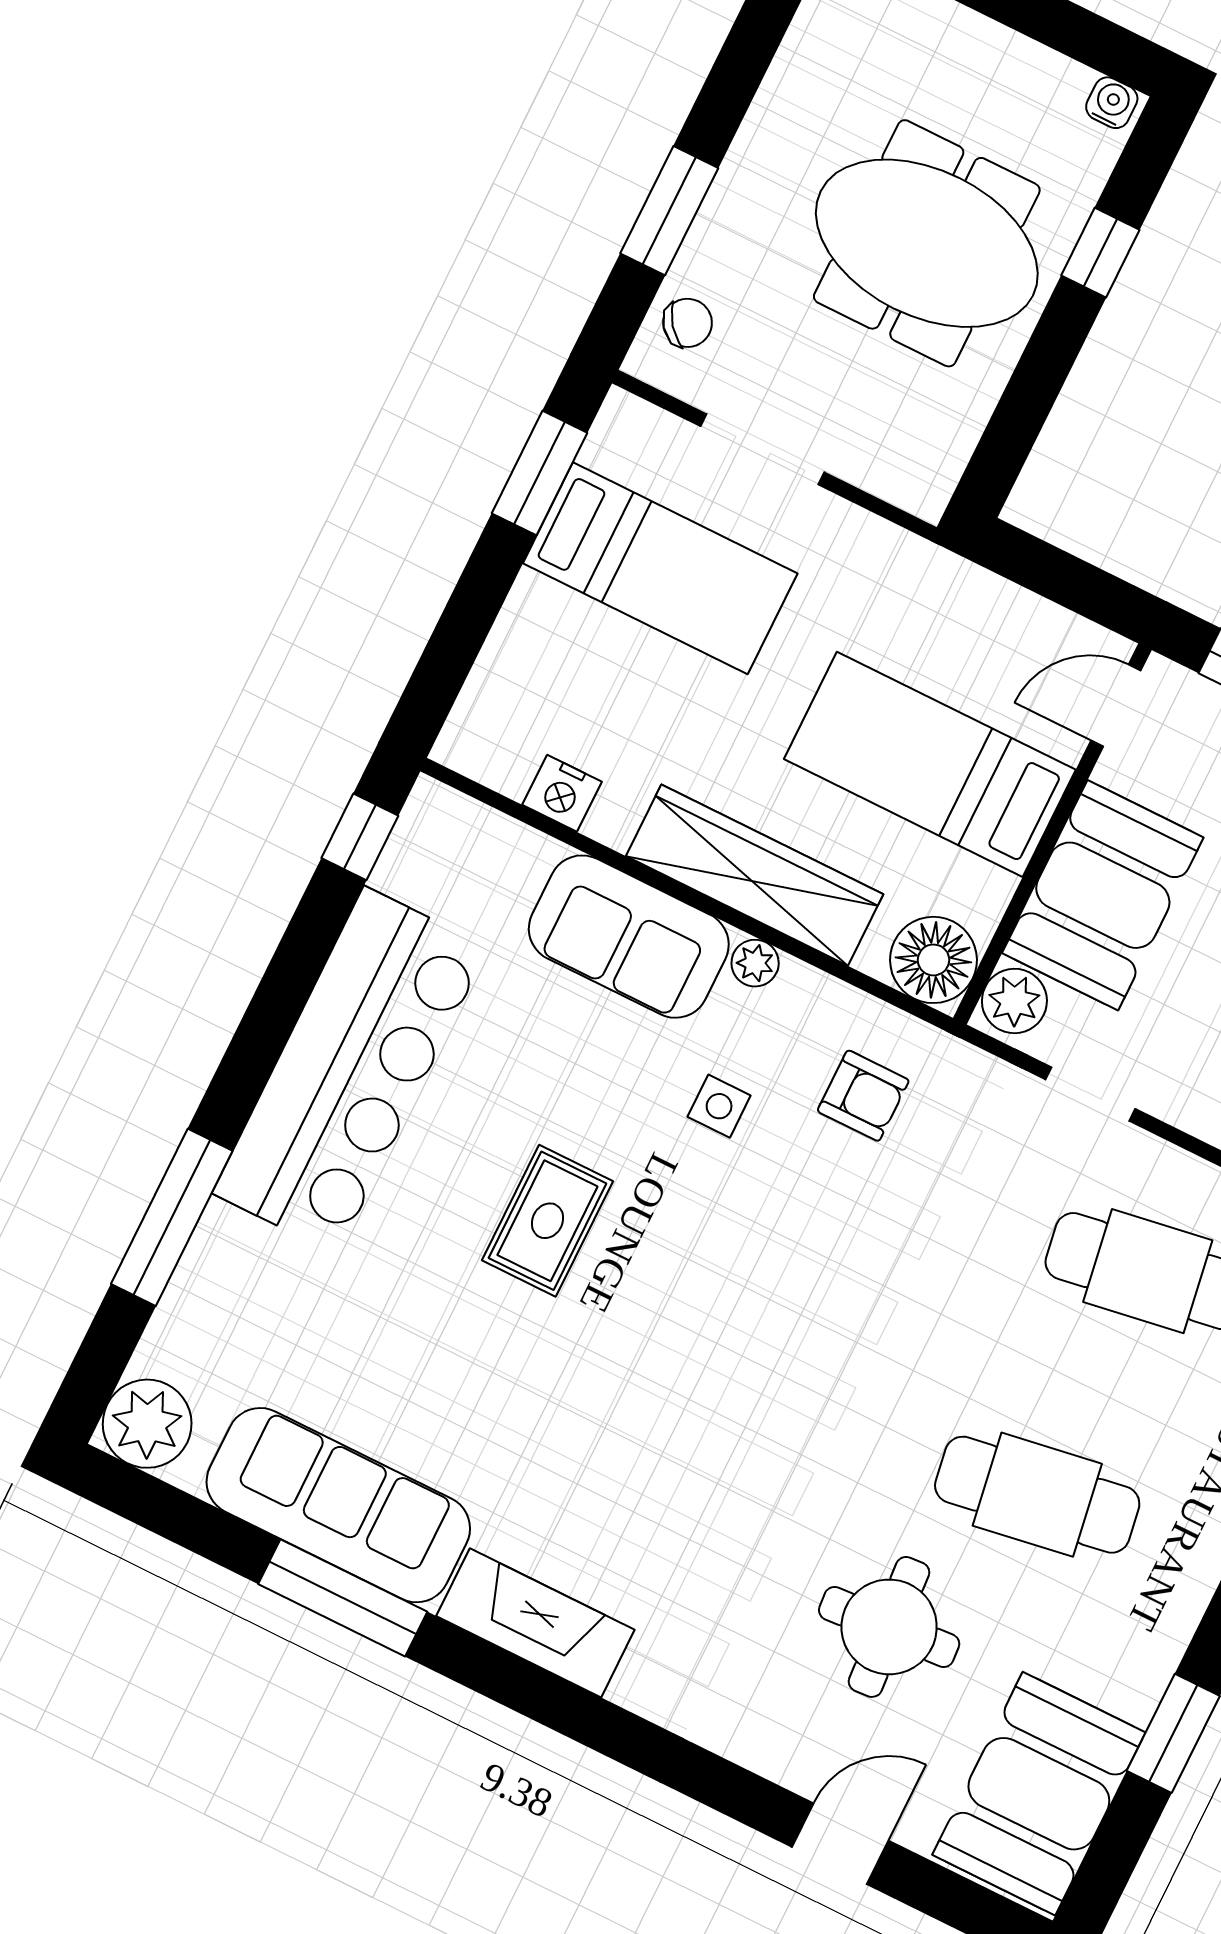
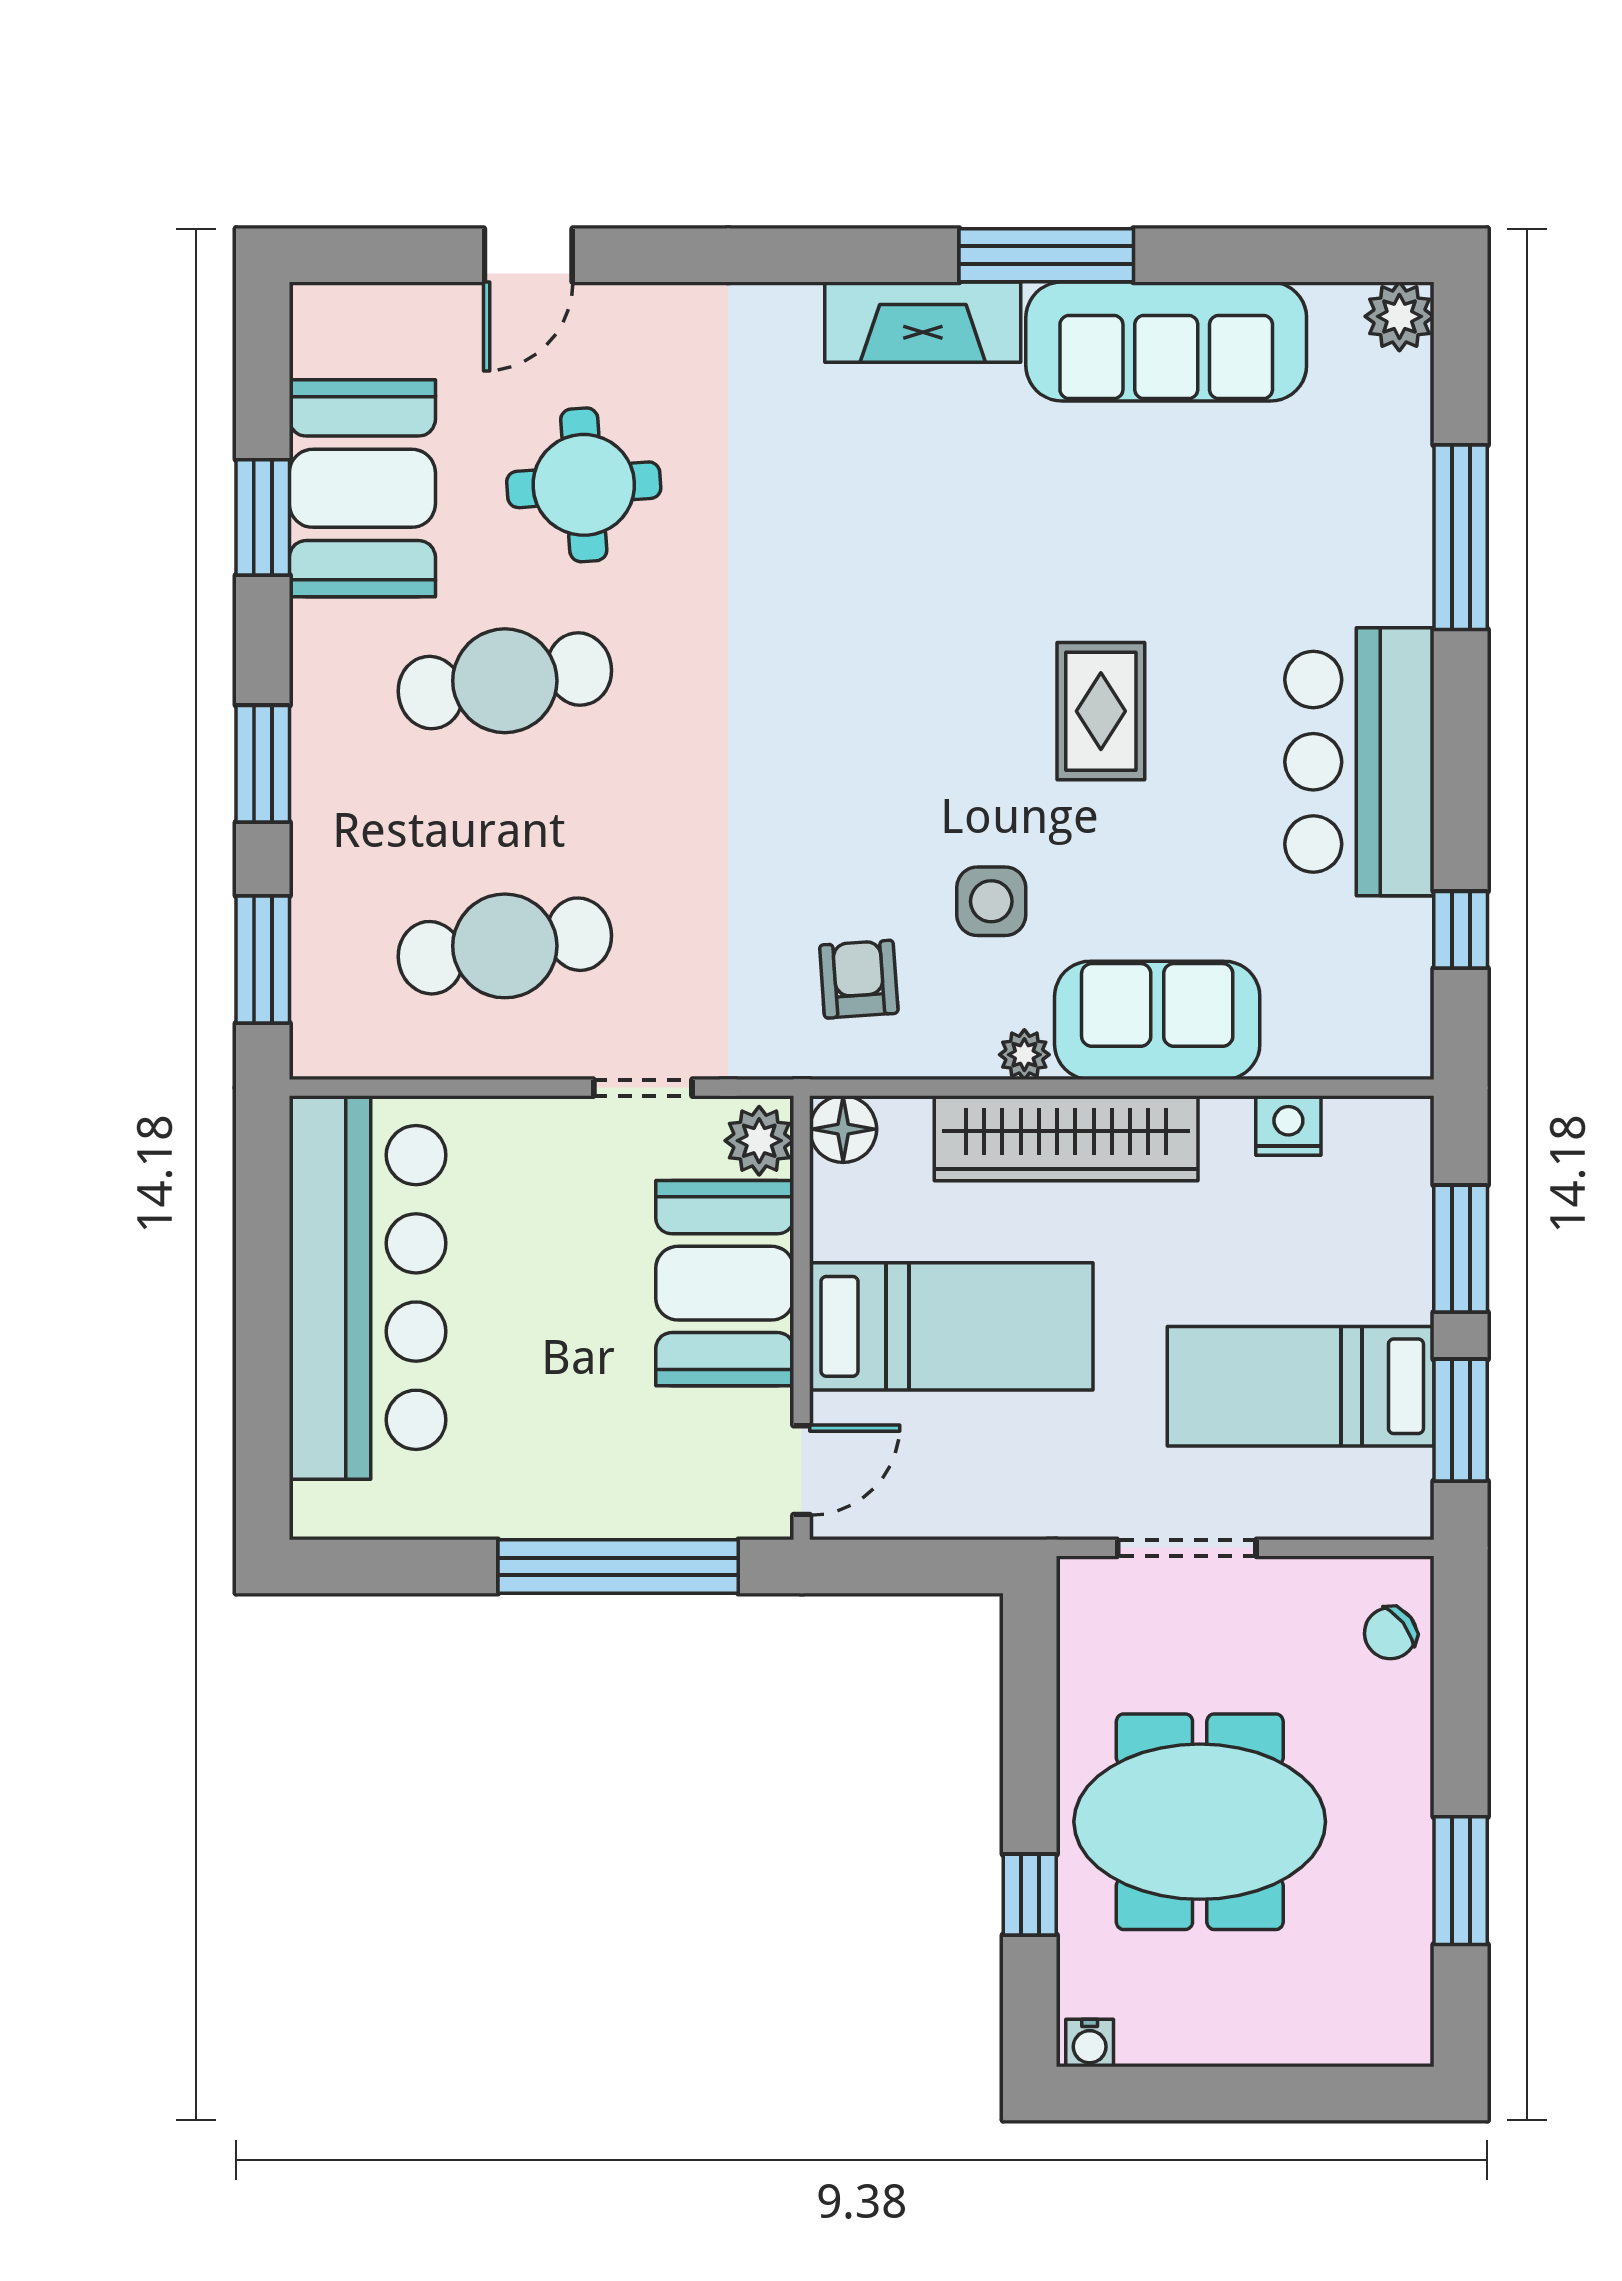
window: (669, 211) -> (1461, 1881), moved
doorway: (762, 449) -> (1187, 1548), moved
window: (468, 618) -> (1461, 1249), added
window: (360, 837) -> (1461, 930), moved
floor lamp: (933, 960) -> (843, 1129), width x0.73, depth x0.73
bar counter: (351, 1070) -> (1359, 762), width x0.73
armchair: (863, 1096) -> (859, 979), turned 86
side table: (719, 1106) -> (991, 901), width x1.37, depth x1.37
plant: (147, 1424) -> (1399, 316), width x0.73, depth x0.73
window: (343, 1598) -> (1046, 255), moved
booth: (1039, 1794) -> (362, 488), moved

